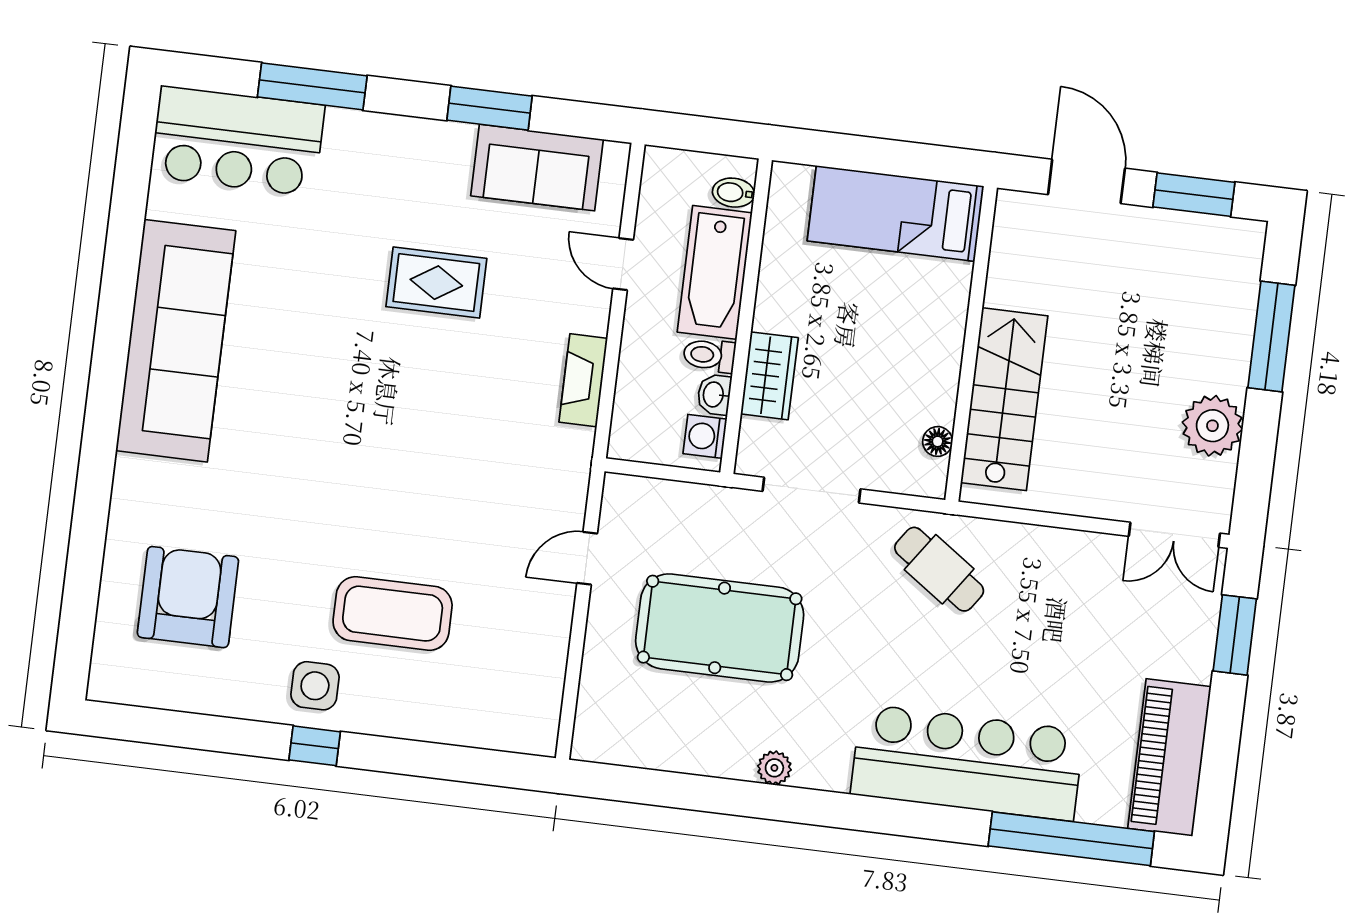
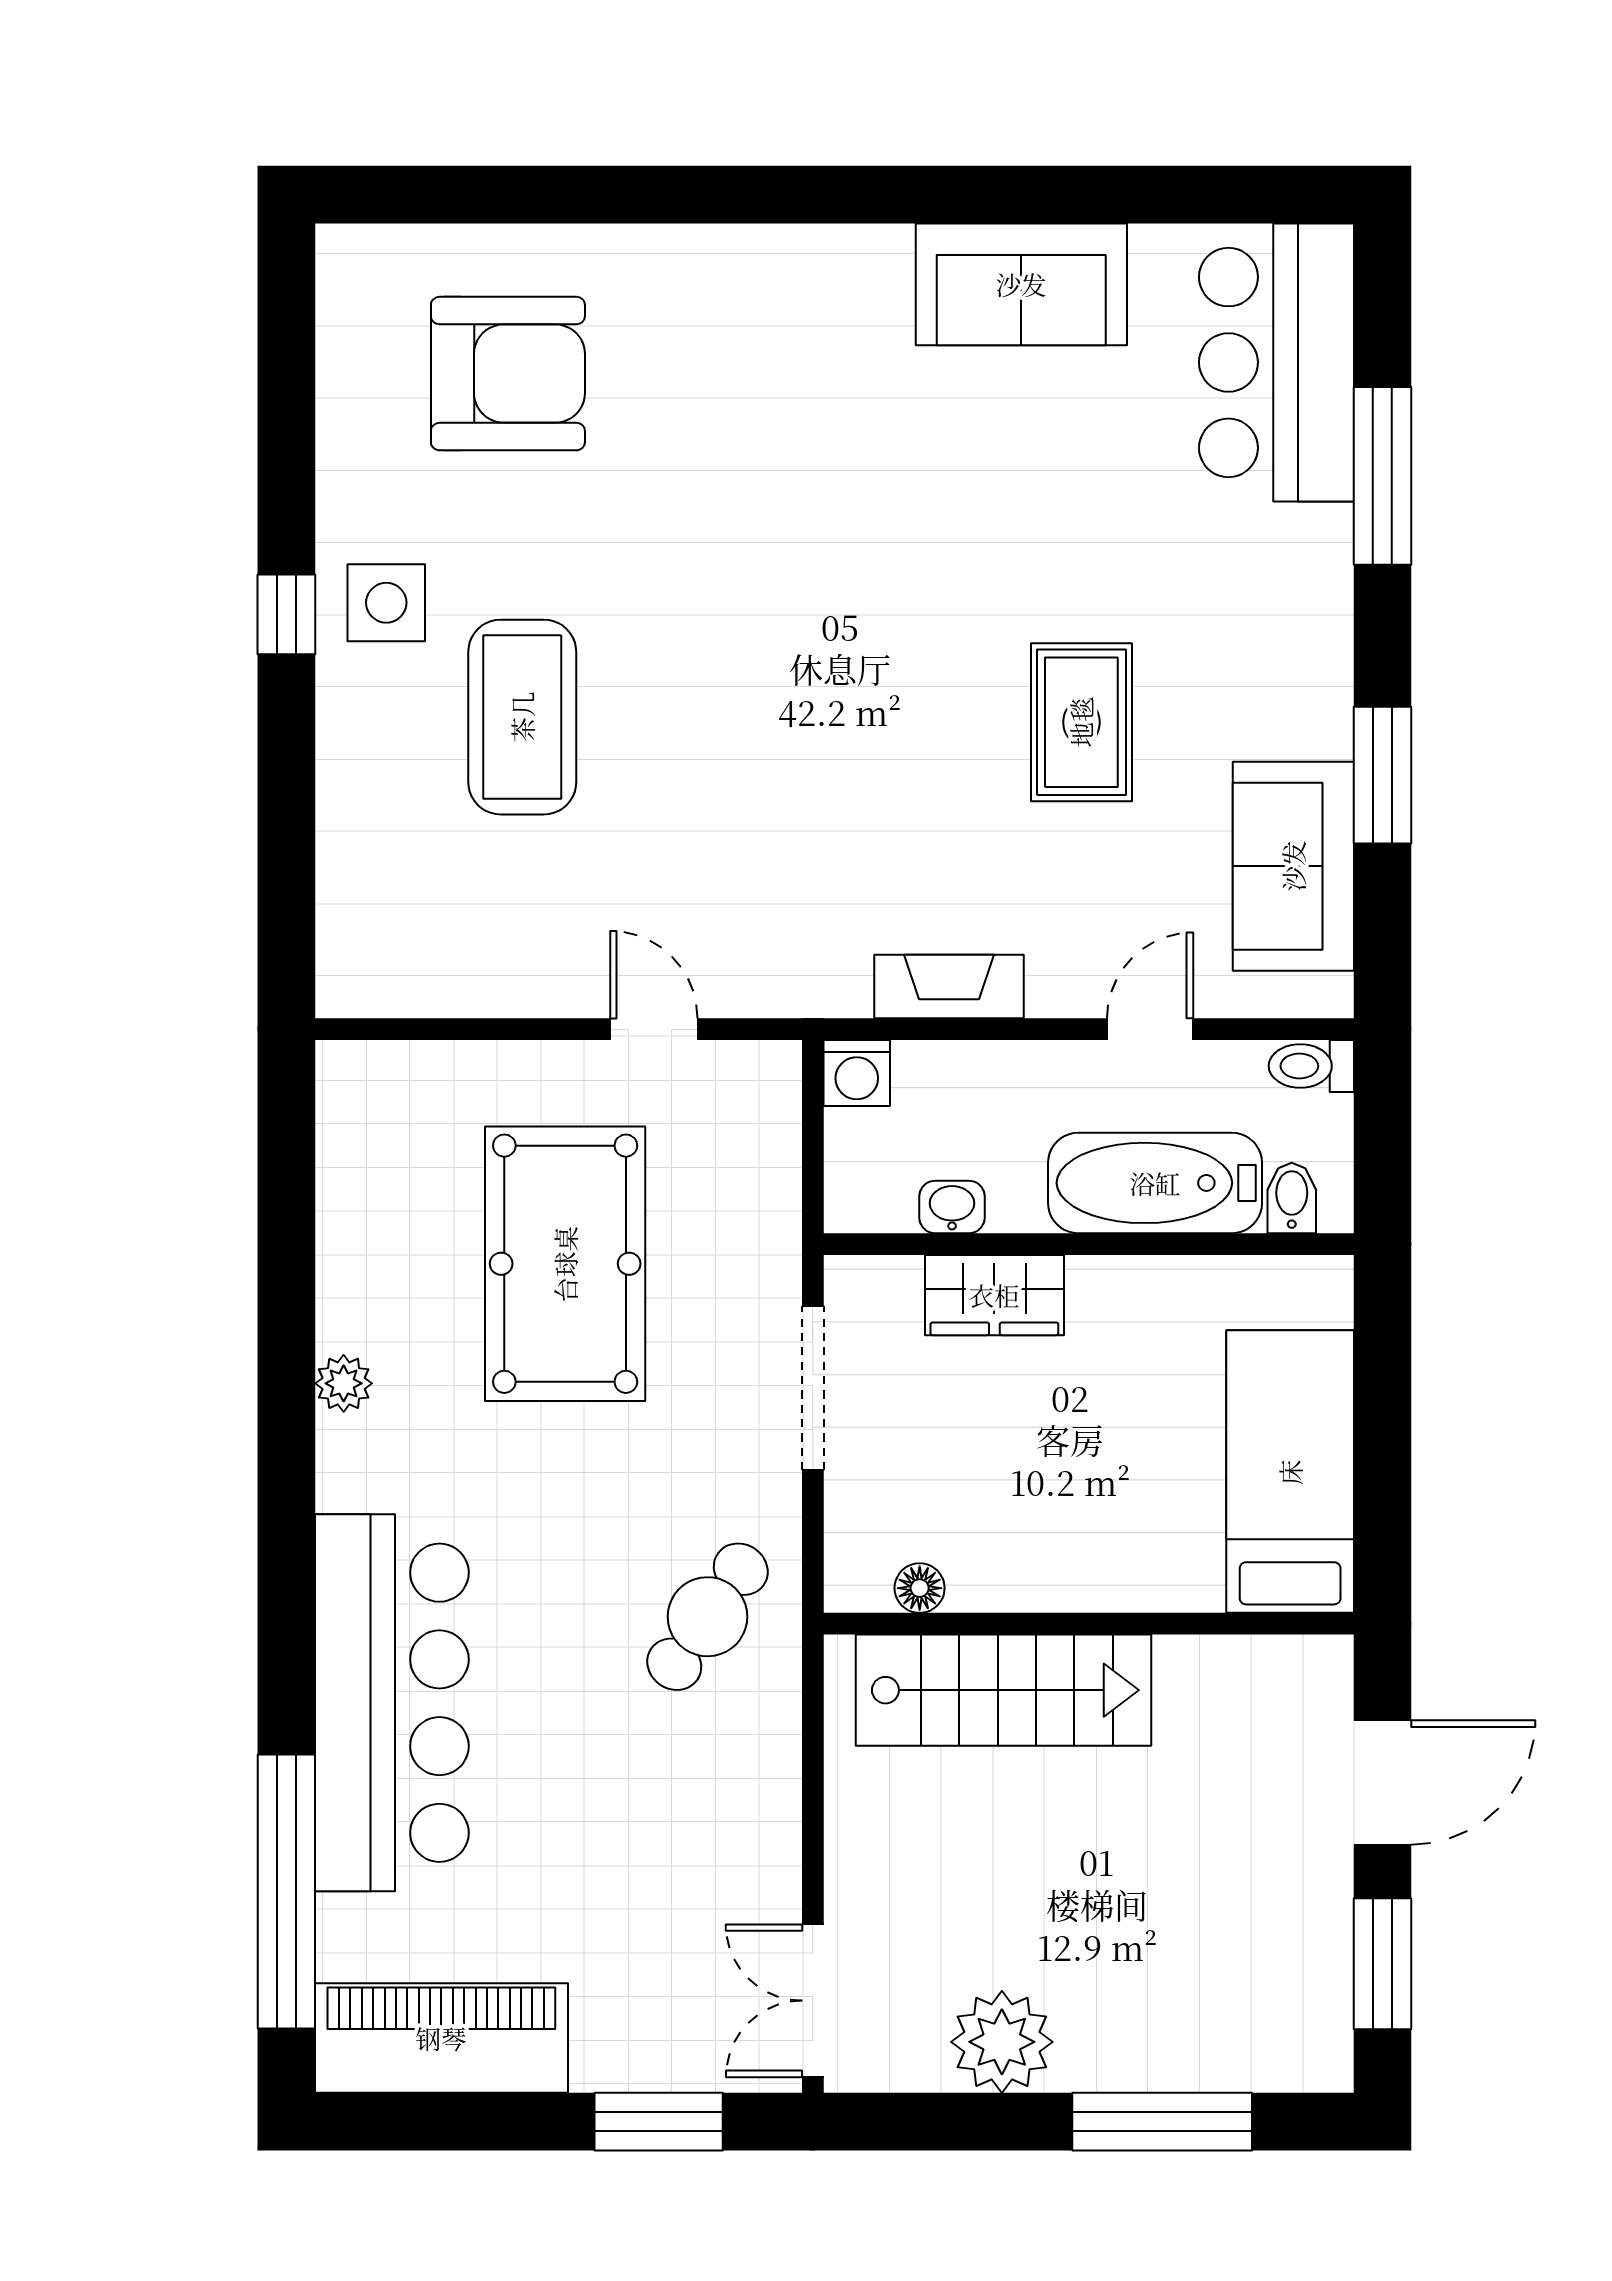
sofa: (176, 341) -> (1021, 284), width x0.54, depth x0.79
toilet: (709, 355) -> (1311, 1066), moved, turned -90
washing machine: (705, 436) -> (857, 1073), moved, turned 180

